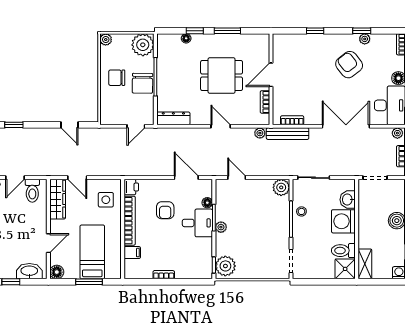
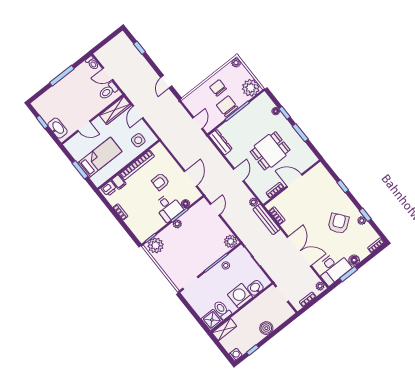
dining table: (222, 76) -> (270, 151), turned 90
chair: (142, 83) -> (227, 106), turned 89
door: (136, 126) -> (198, 123), swing flipped
printer: (131, 187) -> (109, 189), moved
floor lamp: (57, 272) -> (70, 145), removed

